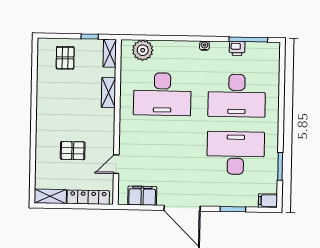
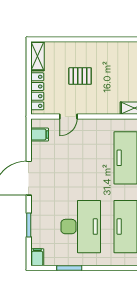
pallet: (73, 151) -> (80, 76), turned 90
door: (116, 164) -> (68, 116), swing flipped
filing cabinet: (142, 196) -> (40, 135), width x0.50

